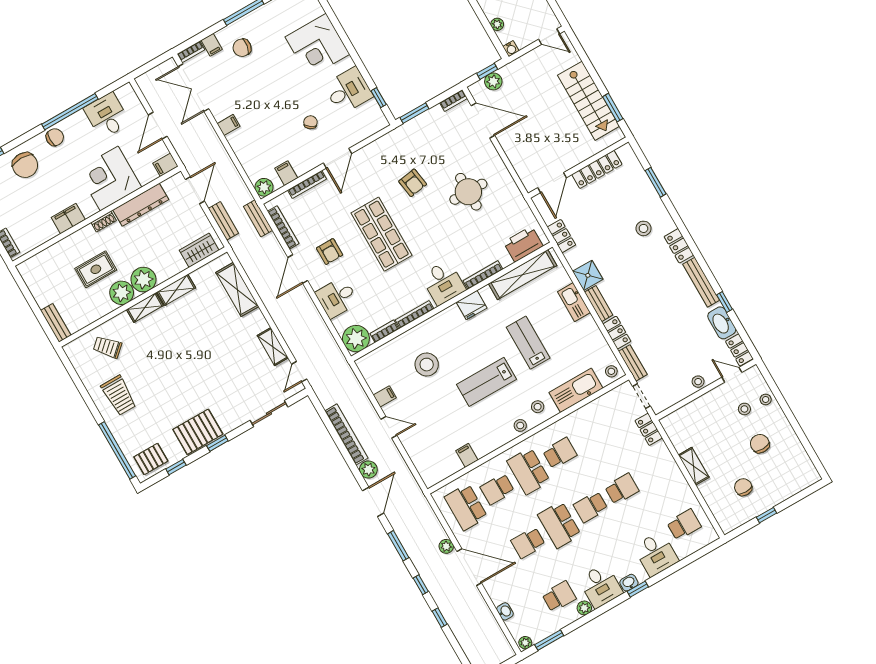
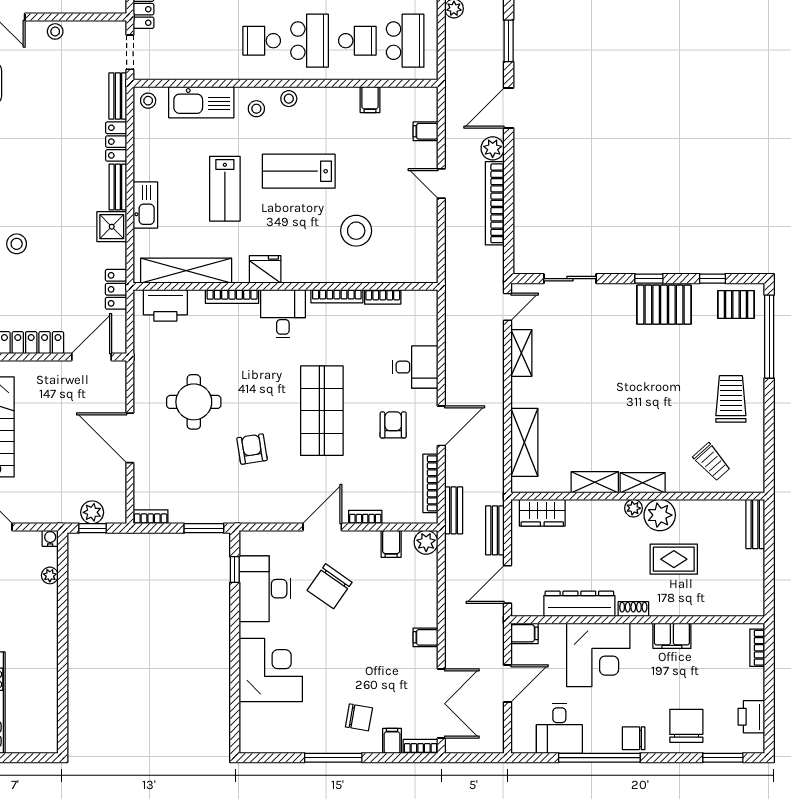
desk: (348, 91) -> (265, 589), width x1.37
door: (483, 120) -> (130, 438), moved
chair: (310, 122) -> (330, 586), width x1.87, depth x1.87
bookcase: (307, 184) -> (365, 517), width x0.64
plant: (143, 280) -> (633, 508), width x0.53, depth x0.53
plant: (356, 339) -> (420, 307), removed
lab bench: (486, 382) -> (299, 171), turned 180
filing cabinet: (385, 396) -> (425, 131), moved

